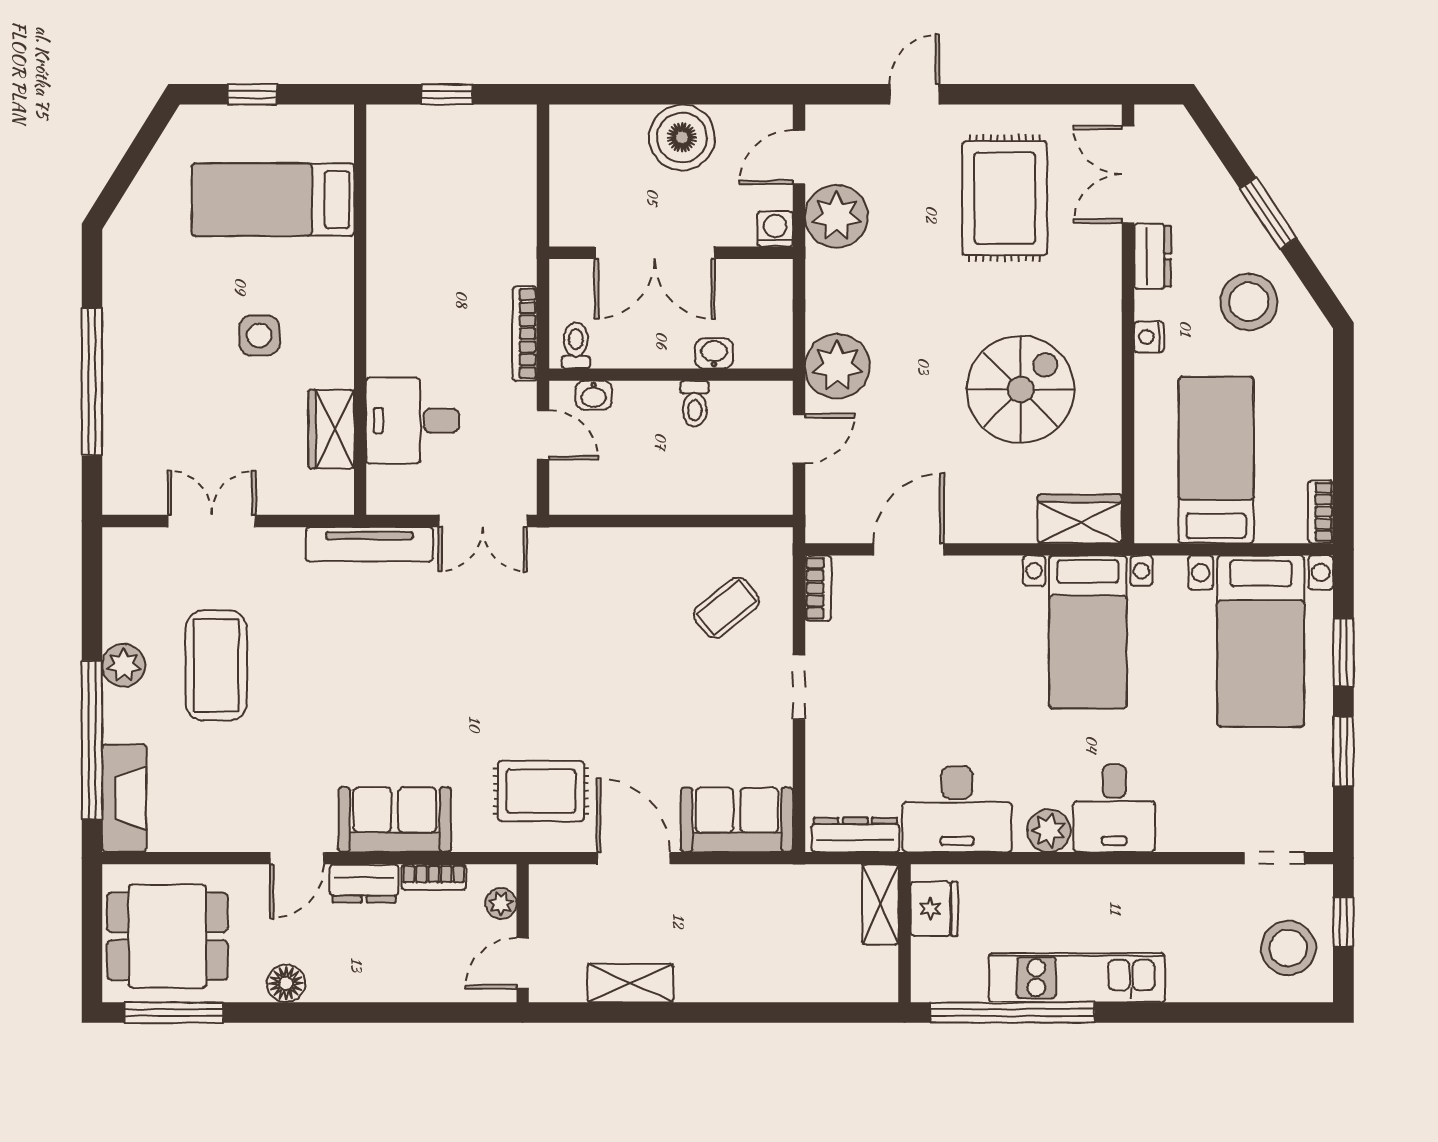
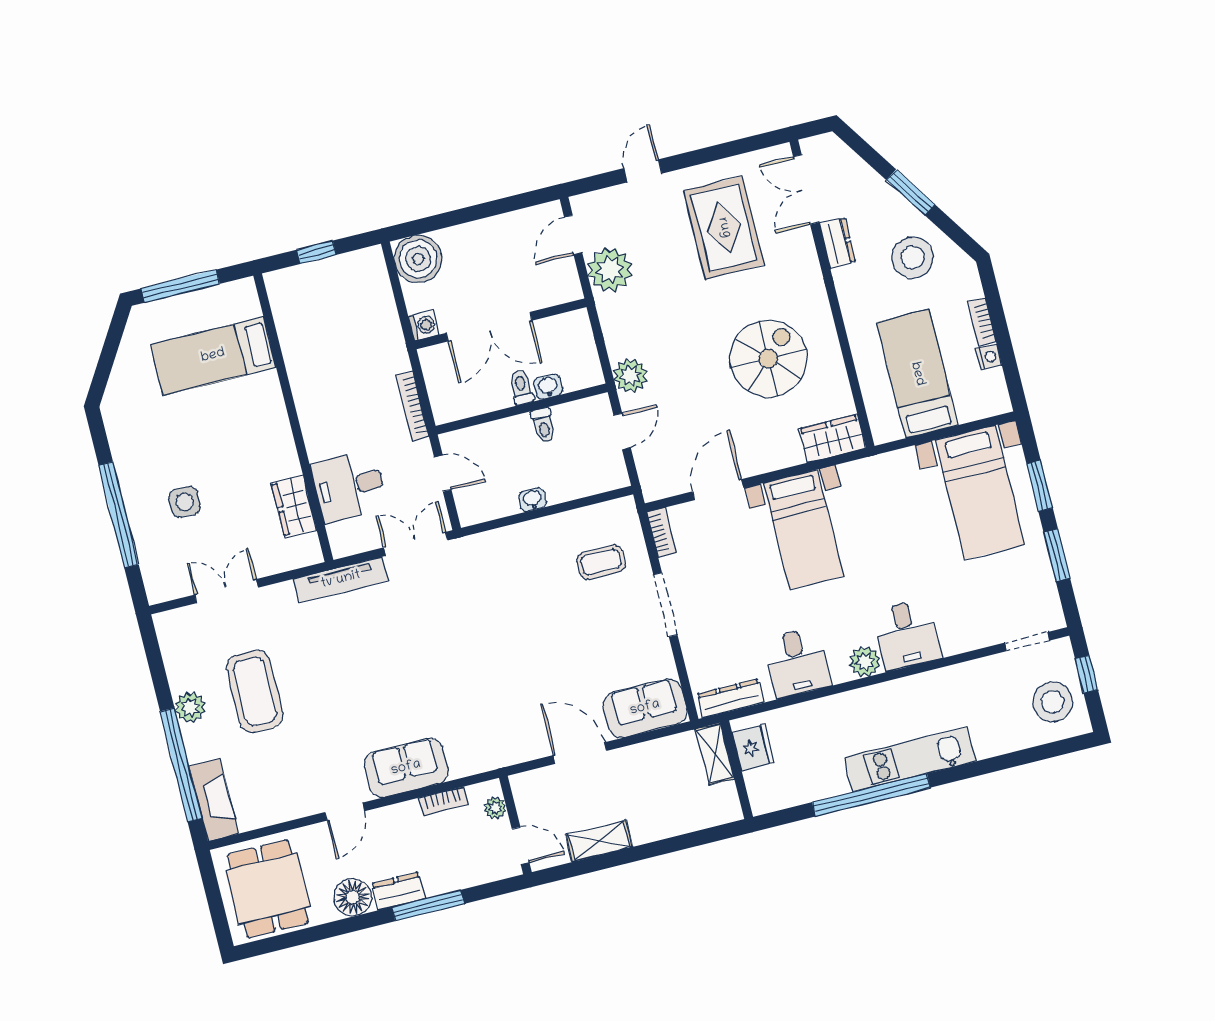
window: (252, 94) -> (180, 286), width x2.17
boiler: (682, 137) -> (418, 259), moved
washing machine: (775, 229) -> (424, 325), moved, turned 90
side table: (259, 335) -> (185, 502), moved
nightstand: (1149, 337) -> (989, 357), moved, turned 180
toilet: (576, 345) -> (521, 387), moved
plant: (837, 366) -> (630, 376), width x0.73, depth x0.73
washbasin: (594, 395) -> (532, 500), moved, turned 180
bookcase: (1321, 512) -> (982, 321), moved
double door: (483, 521) -> (416, 544), swing flipped
coffee table: (726, 608) -> (601, 562), turned 39
bed with nightstands: (1088, 632) -> (803, 530), moved
doorway: (799, 687) -> (665, 605), width x1.38
rug: (541, 791) -> (503, 722), removed
desk: (957, 809) -> (797, 663), width x0.73
dresser: (364, 883) -> (398, 891), moved, turned 180
shelving: (880, 905) -> (715, 754), moved
fridge: (934, 909) -> (753, 747), moved
wall: (905, 933) -> (737, 770), moved
dining table: (167, 936) -> (268, 889), turned 90
door: (523, 963) -> (521, 846), swing flipped
floor lamp: (286, 983) -> (353, 897), width x1.38, depth x1.38
window: (174, 1013) -> (428, 905), moved

